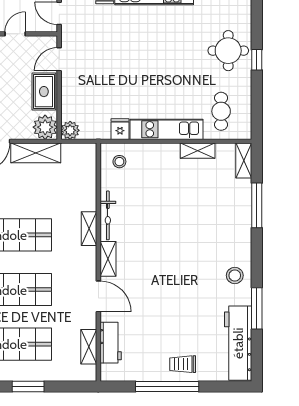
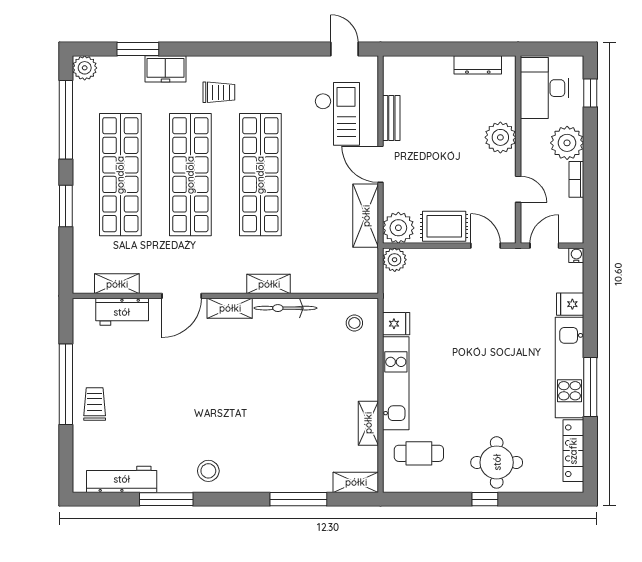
workbench: (238, 343) -> (122, 479), width x0.73, depth x0.76

